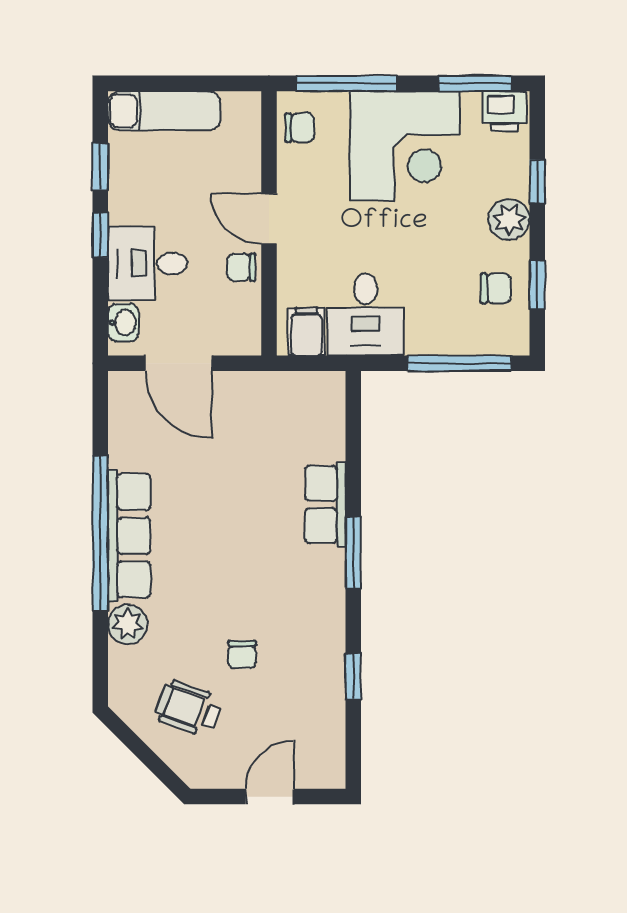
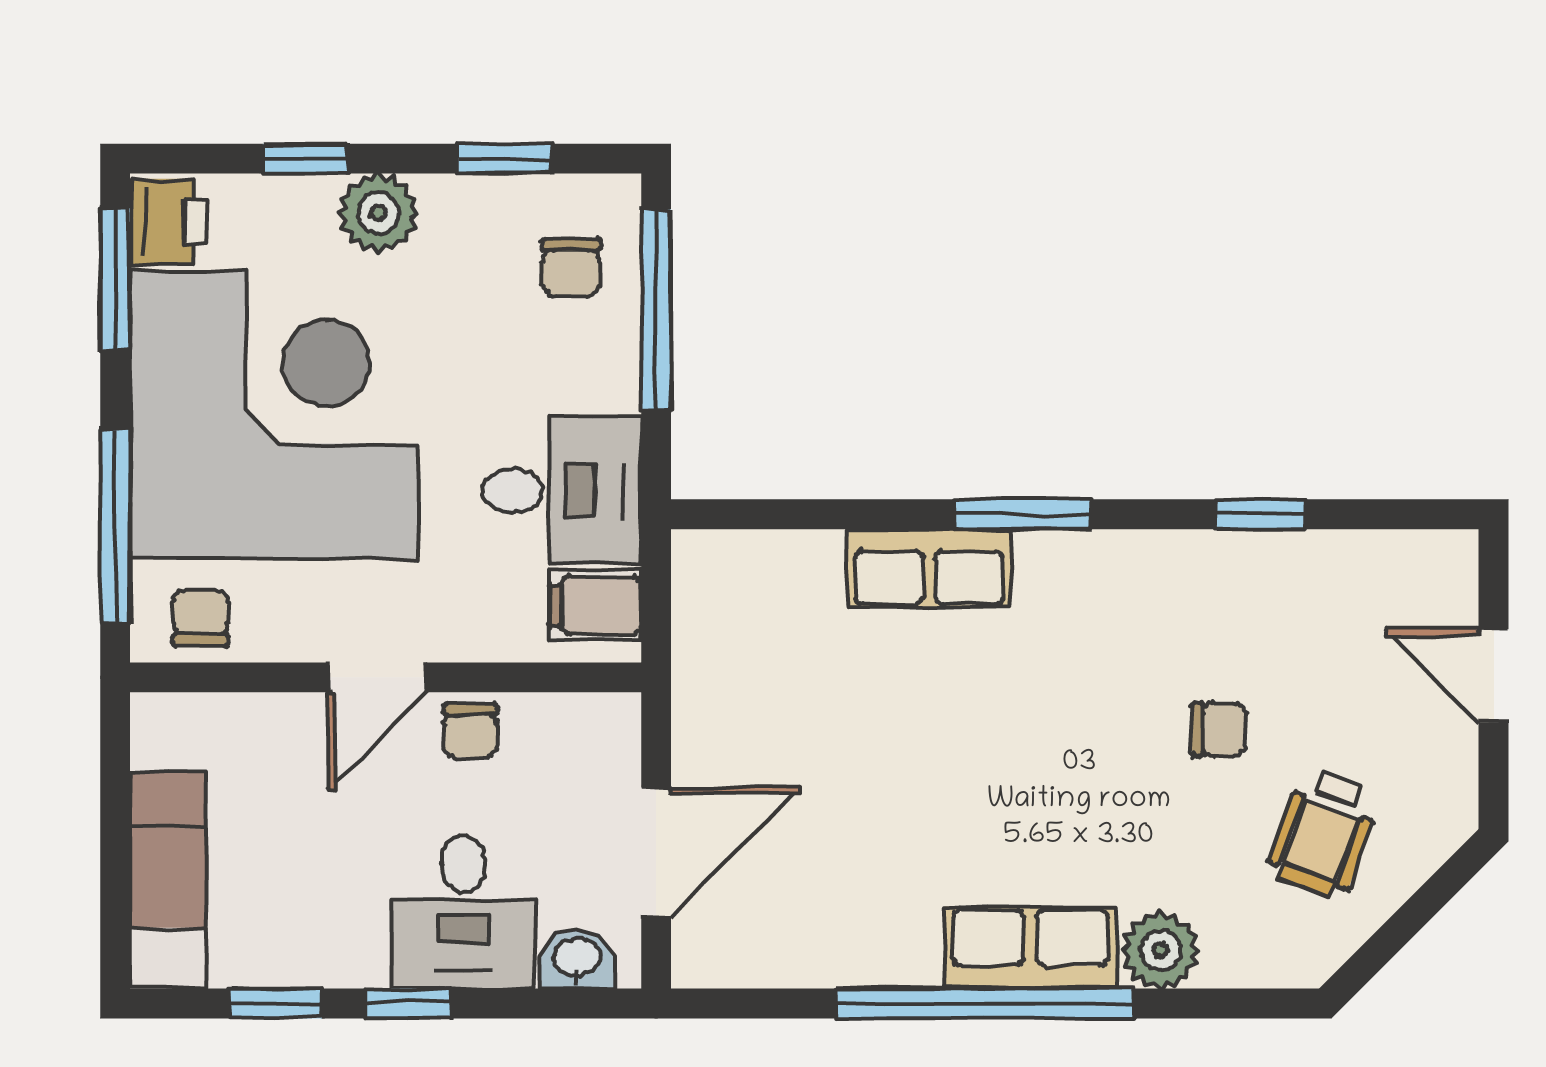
corner desk: (405, 146) -> (274, 415), width x1.36, depth x1.36
chair: (496, 288) -> (571, 268), moved, turned 180
row of seats: (129, 536) -> (1030, 948), width x0.68

